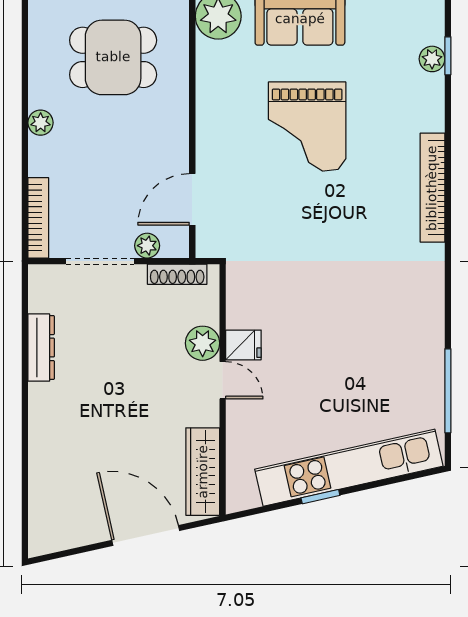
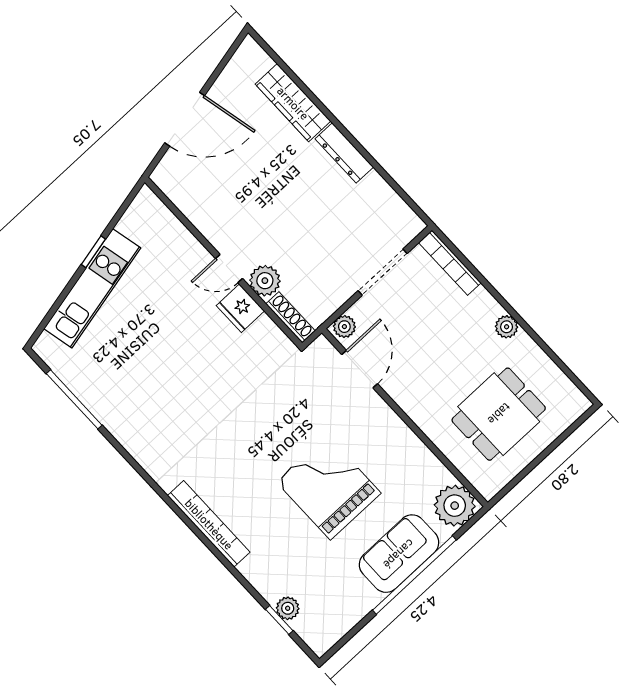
plant: (147, 246) -> (344, 327), moved
shoe rack: (177, 274) -> (290, 317), moved, turned 90
fridge: (243, 345) -> (240, 308), width x1.38
dresser: (41, 348) -> (344, 153), moved
kitchen unit: (349, 468) -> (92, 288), width x0.73
wardrobe: (203, 472) -> (293, 103), moved, turned 180

